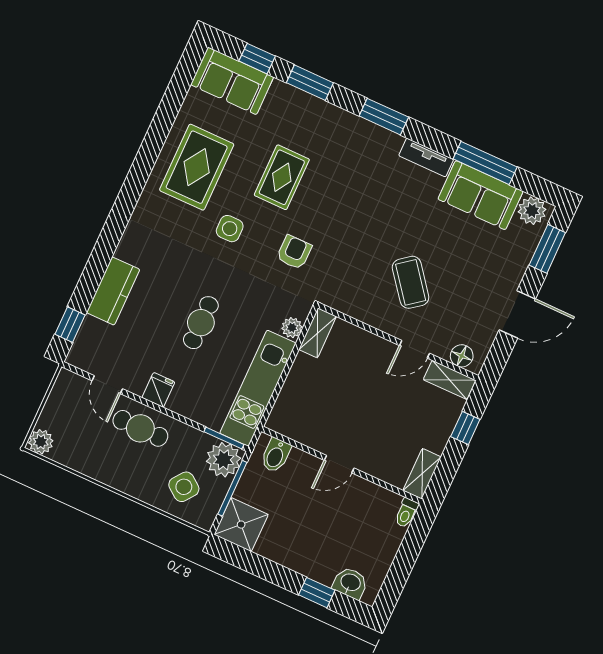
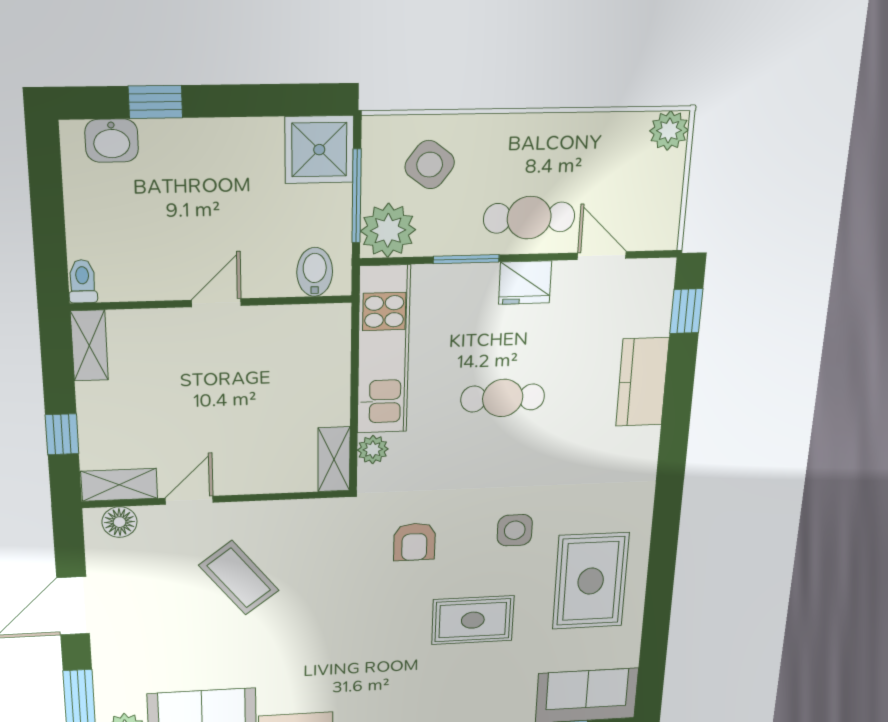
rug: (282, 177) -> (473, 620), turned 90
cafe table: (201, 323) -> (503, 398), turned 90
fridge: (158, 390) -> (525, 283), width x1.38
window: (224, 438) -> (466, 259), moved

